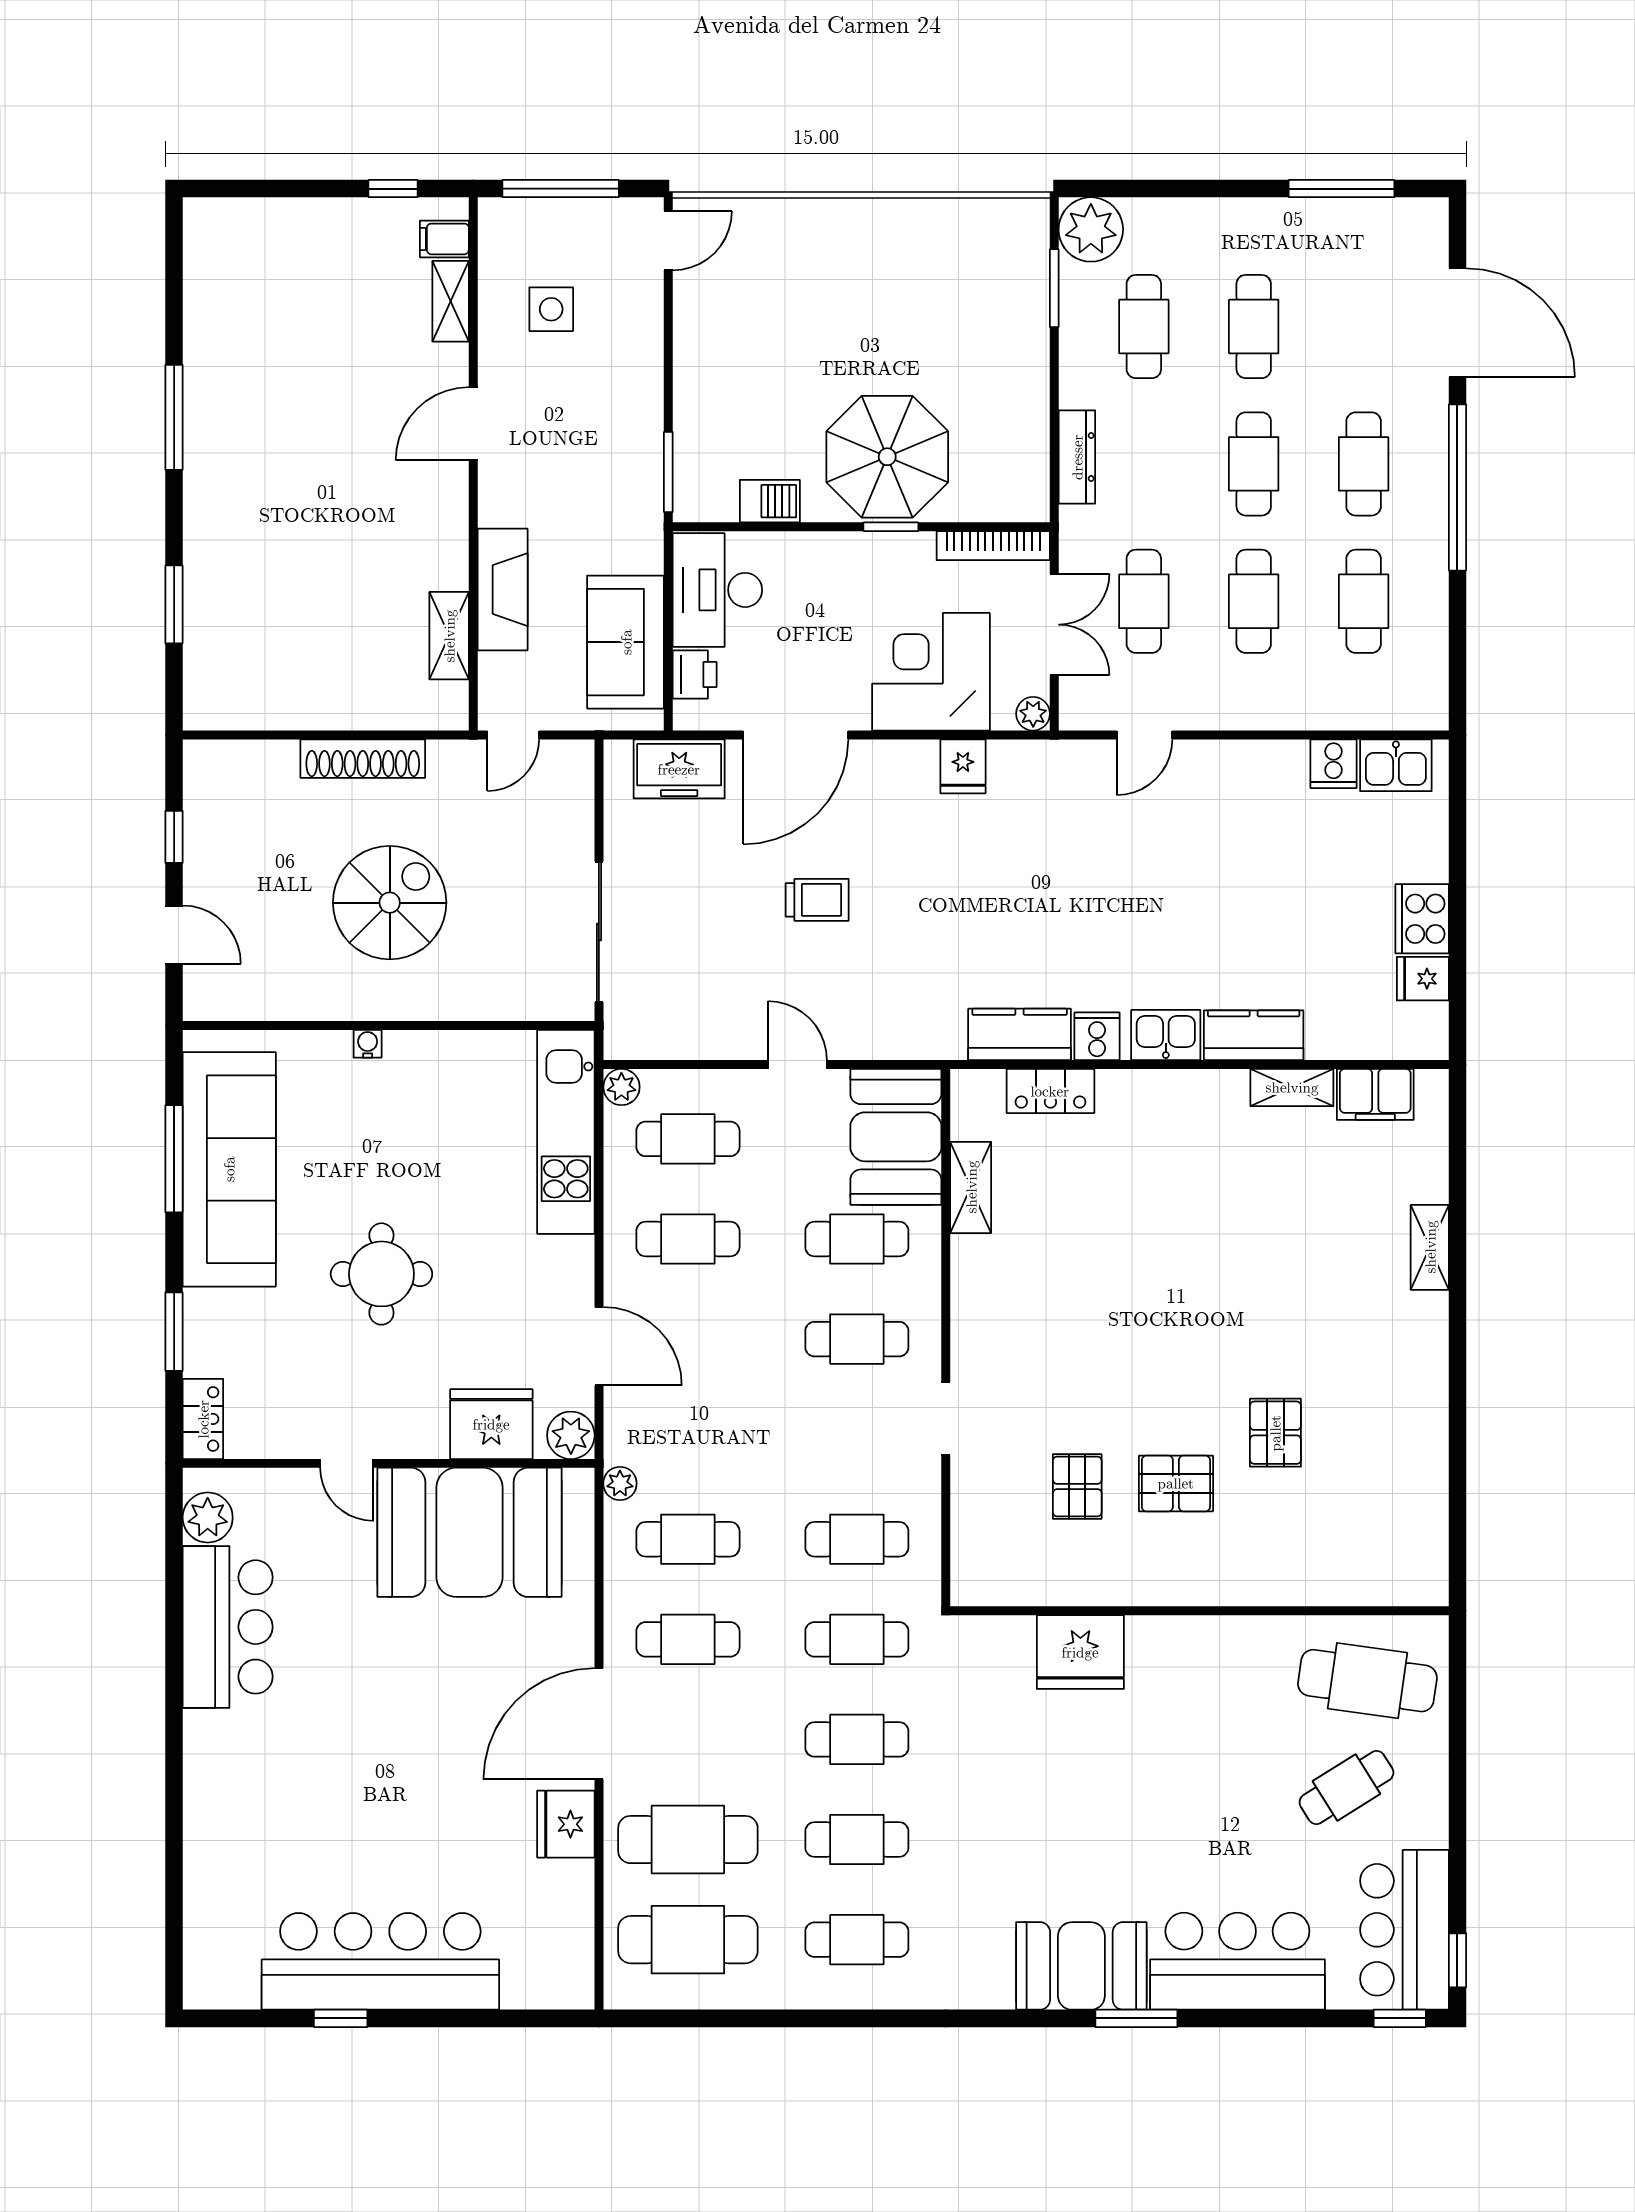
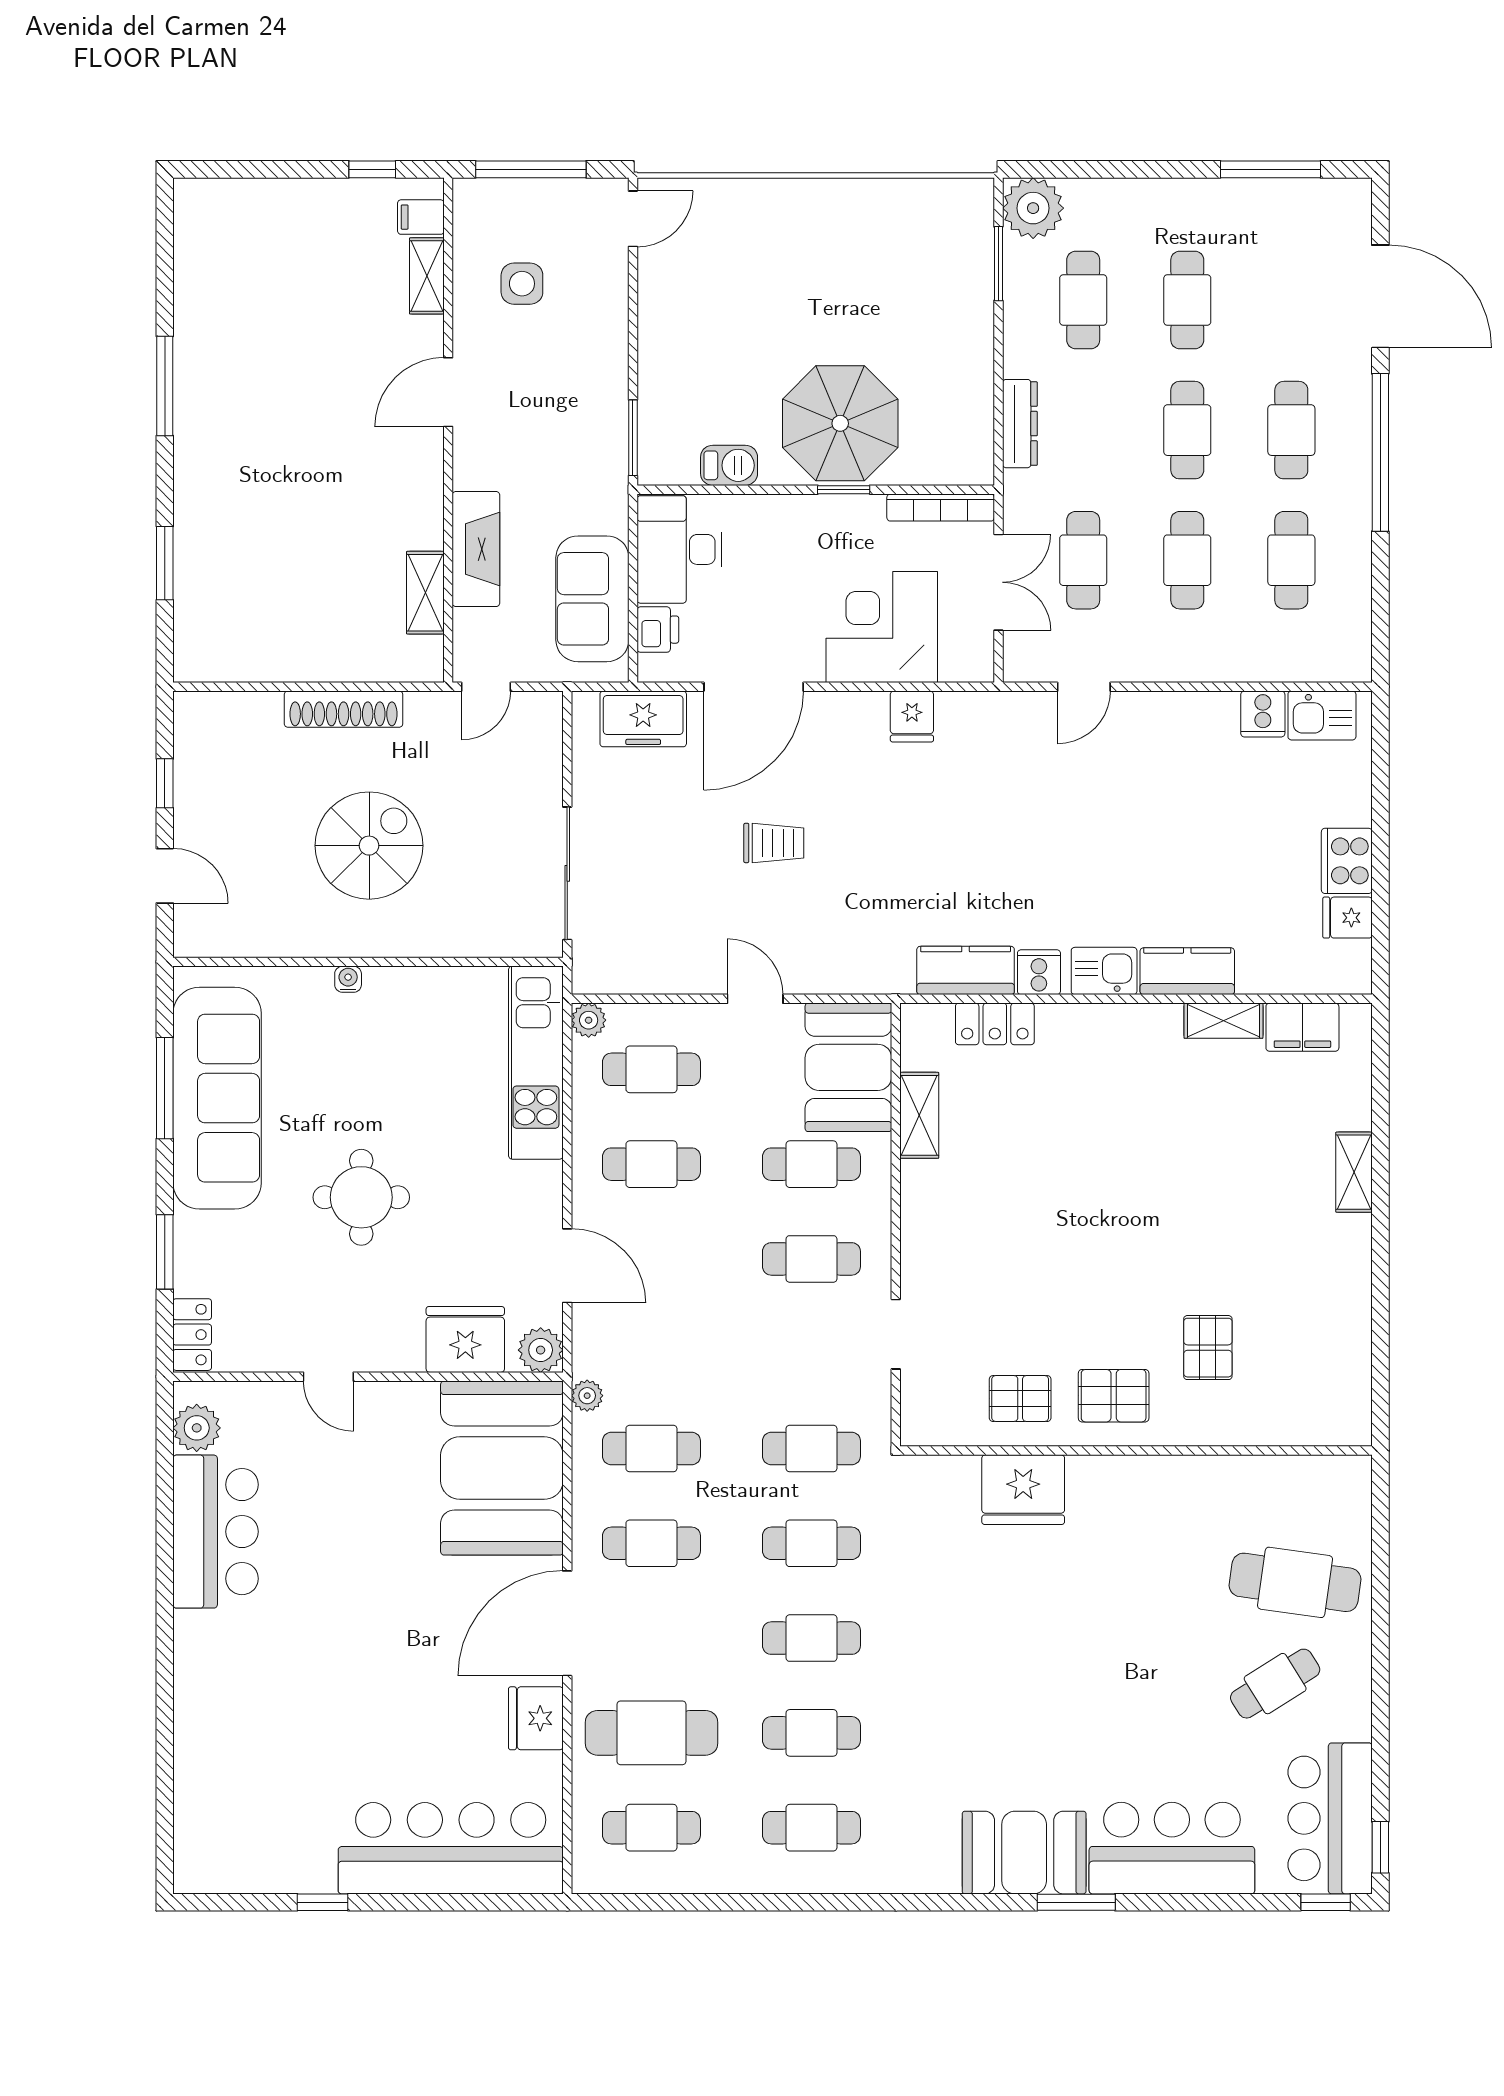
plant: (1033, 714) -> (978, 667), removed
pallet: (1077, 1486) -> (1020, 1399), turned 90
booth: (470, 1532) -> (502, 1468), moved, turned 90
wall: (1199, 1611) -> (1136, 1451), moved
fridge: (1080, 1652) -> (1023, 1490), moved
cafe table: (688, 1940) -> (651, 1828), width x0.73, depth x0.74
bar counter: (380, 1961) -> (451, 1848), moved

